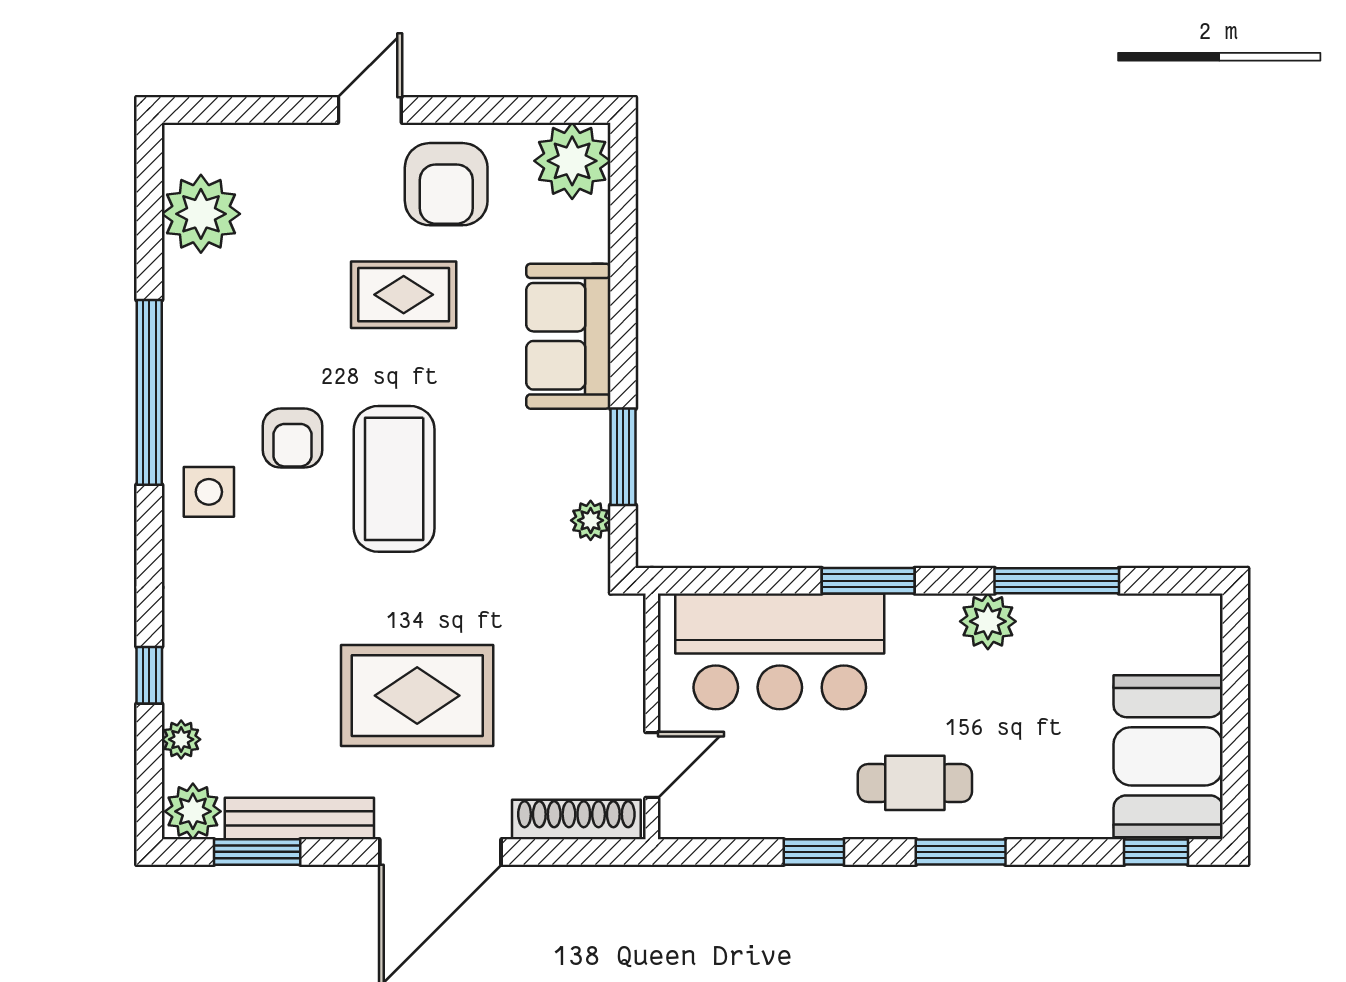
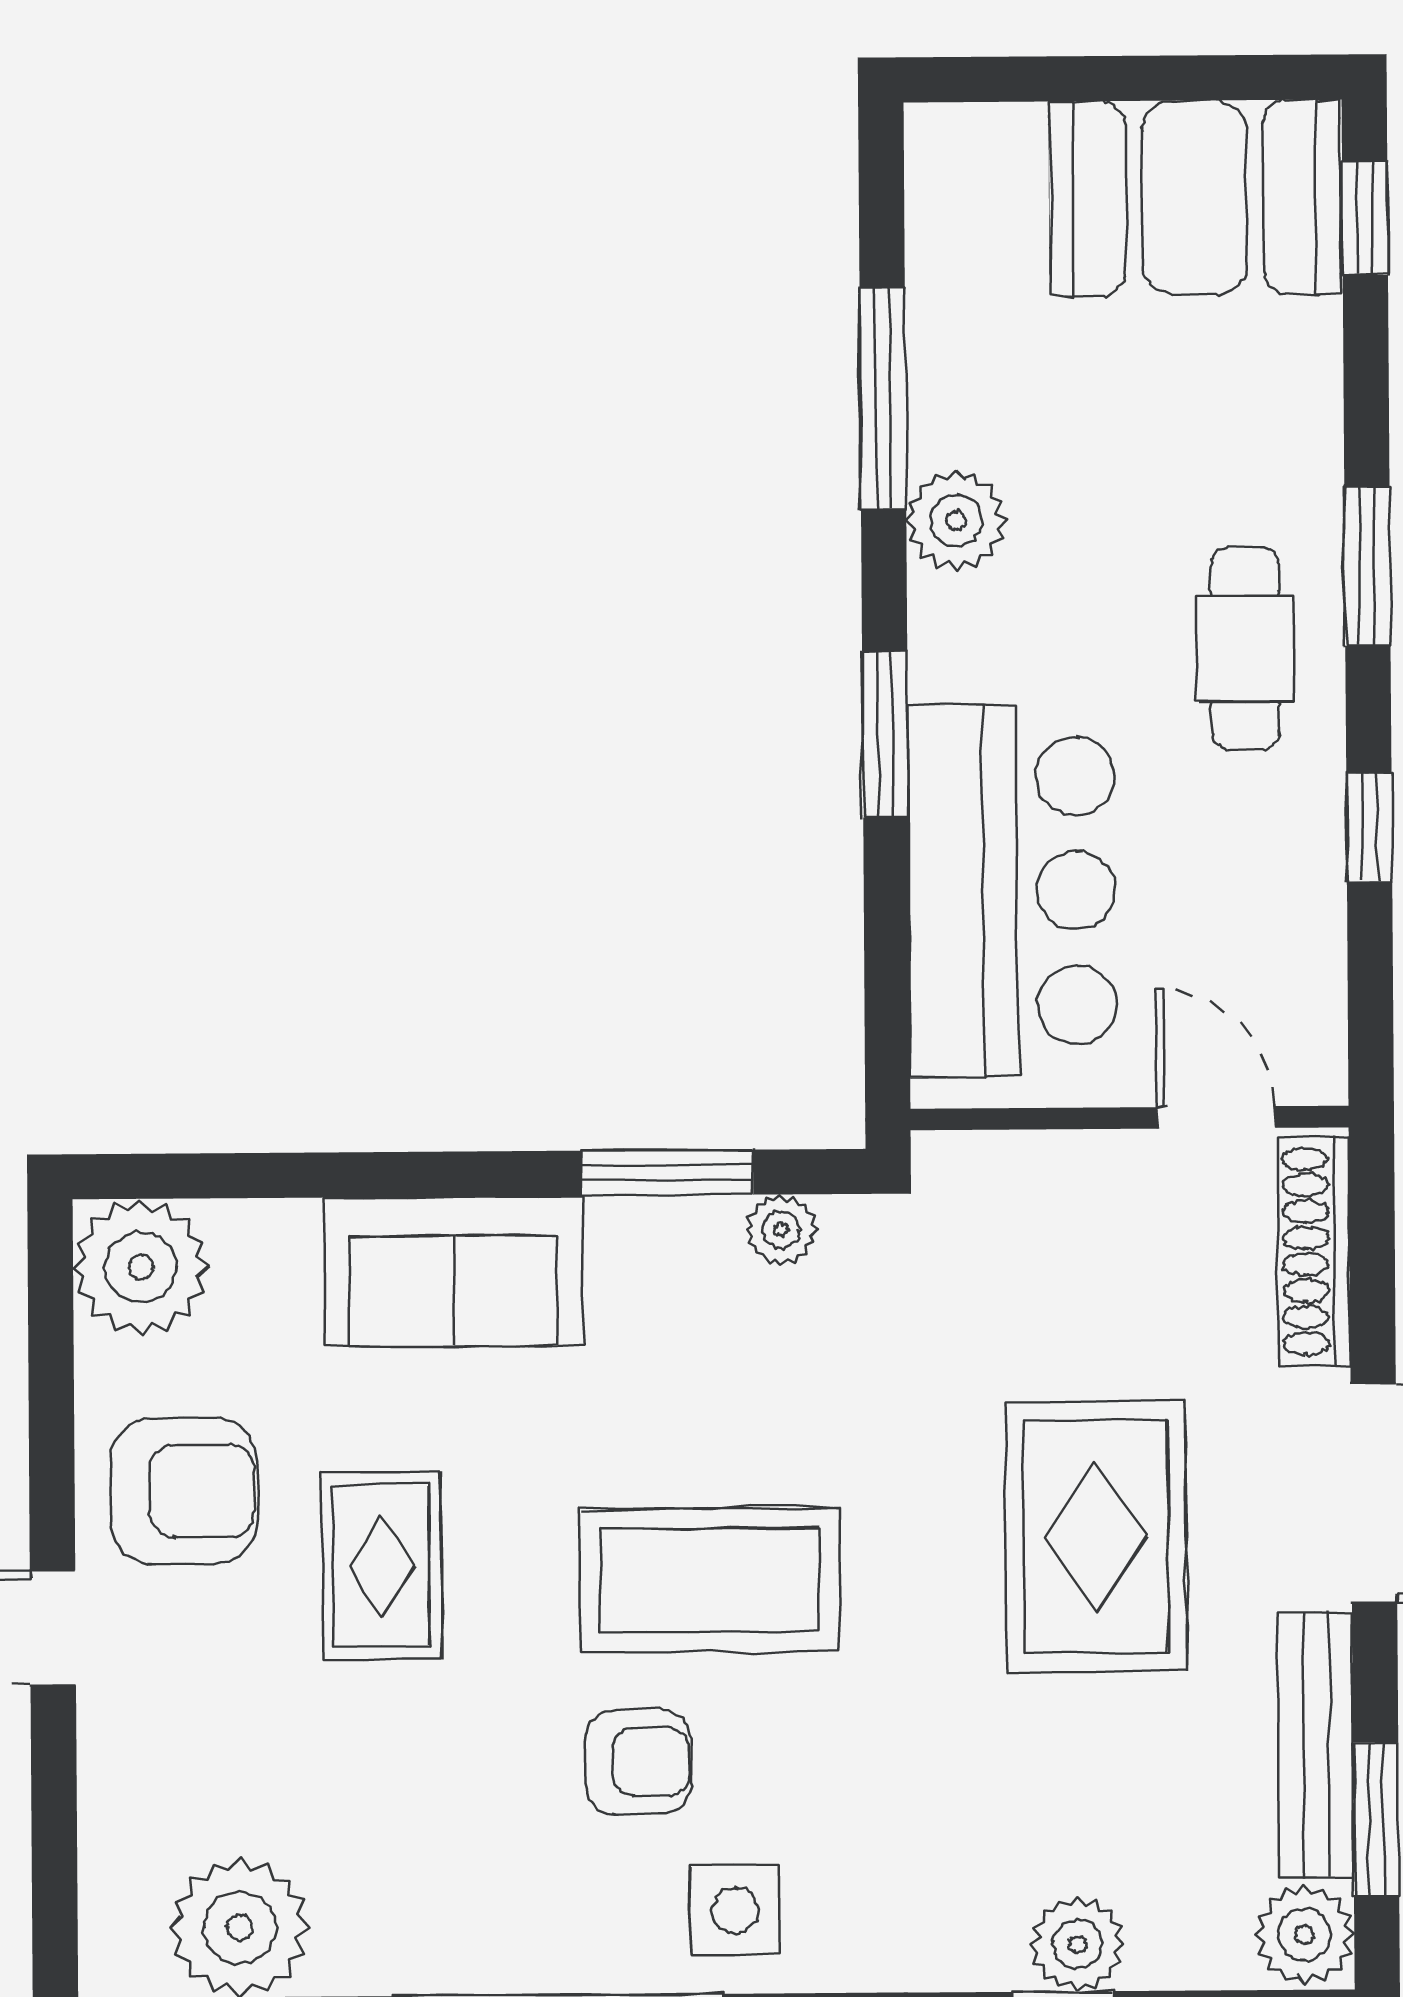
plant: (181, 739) -> (1077, 1944), moved, width x1.38, depth x1.38

